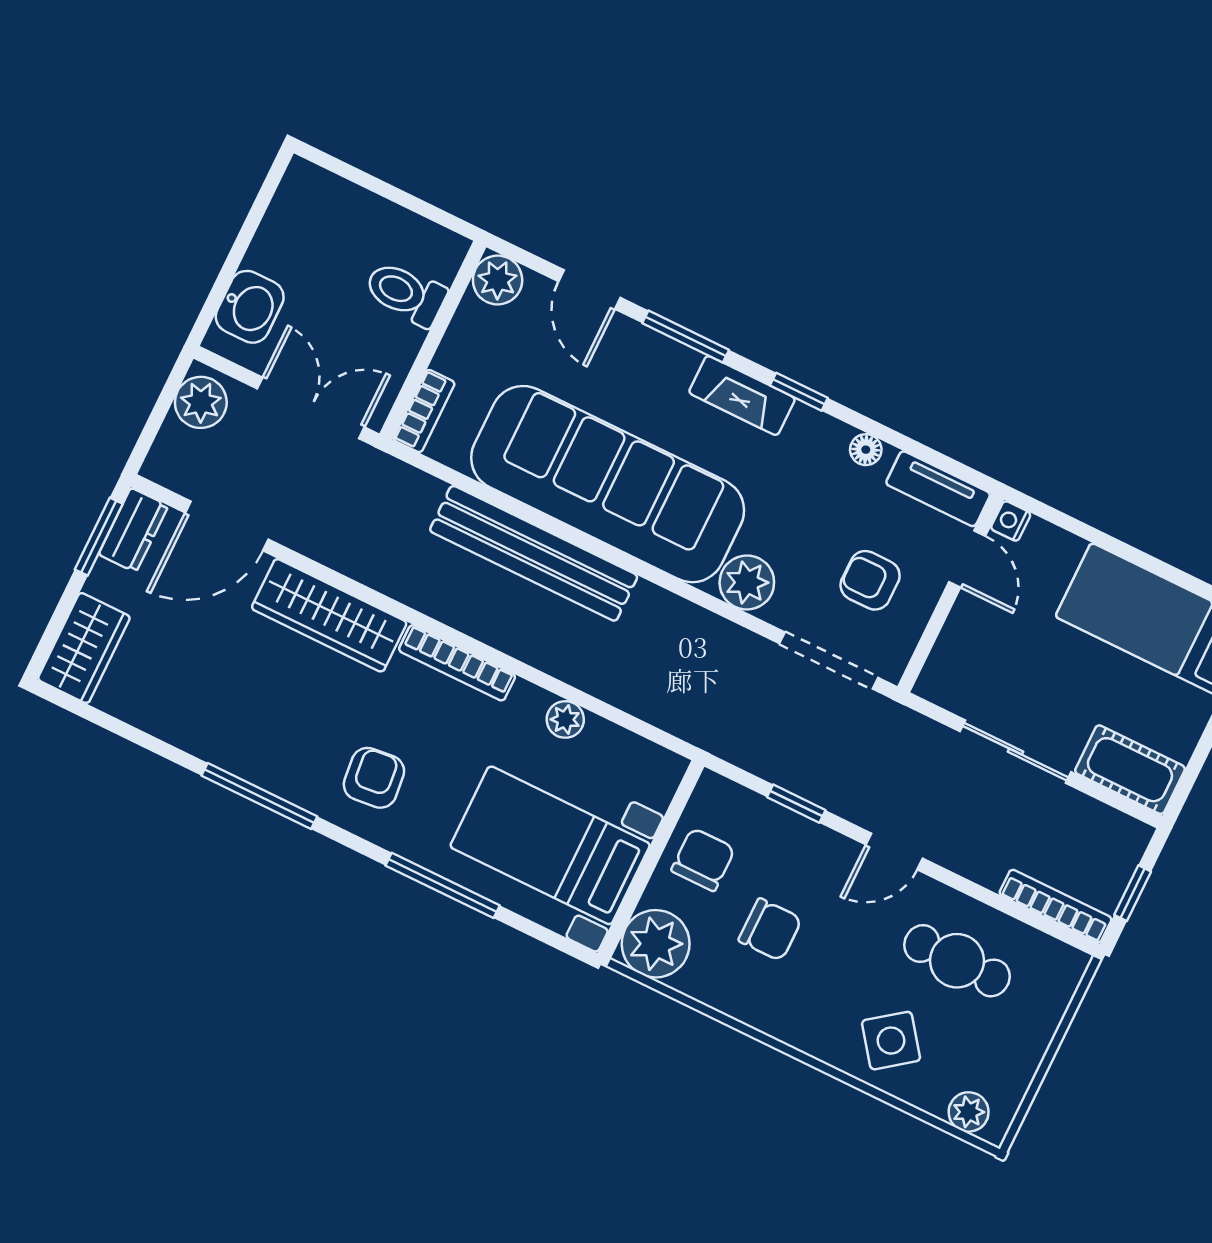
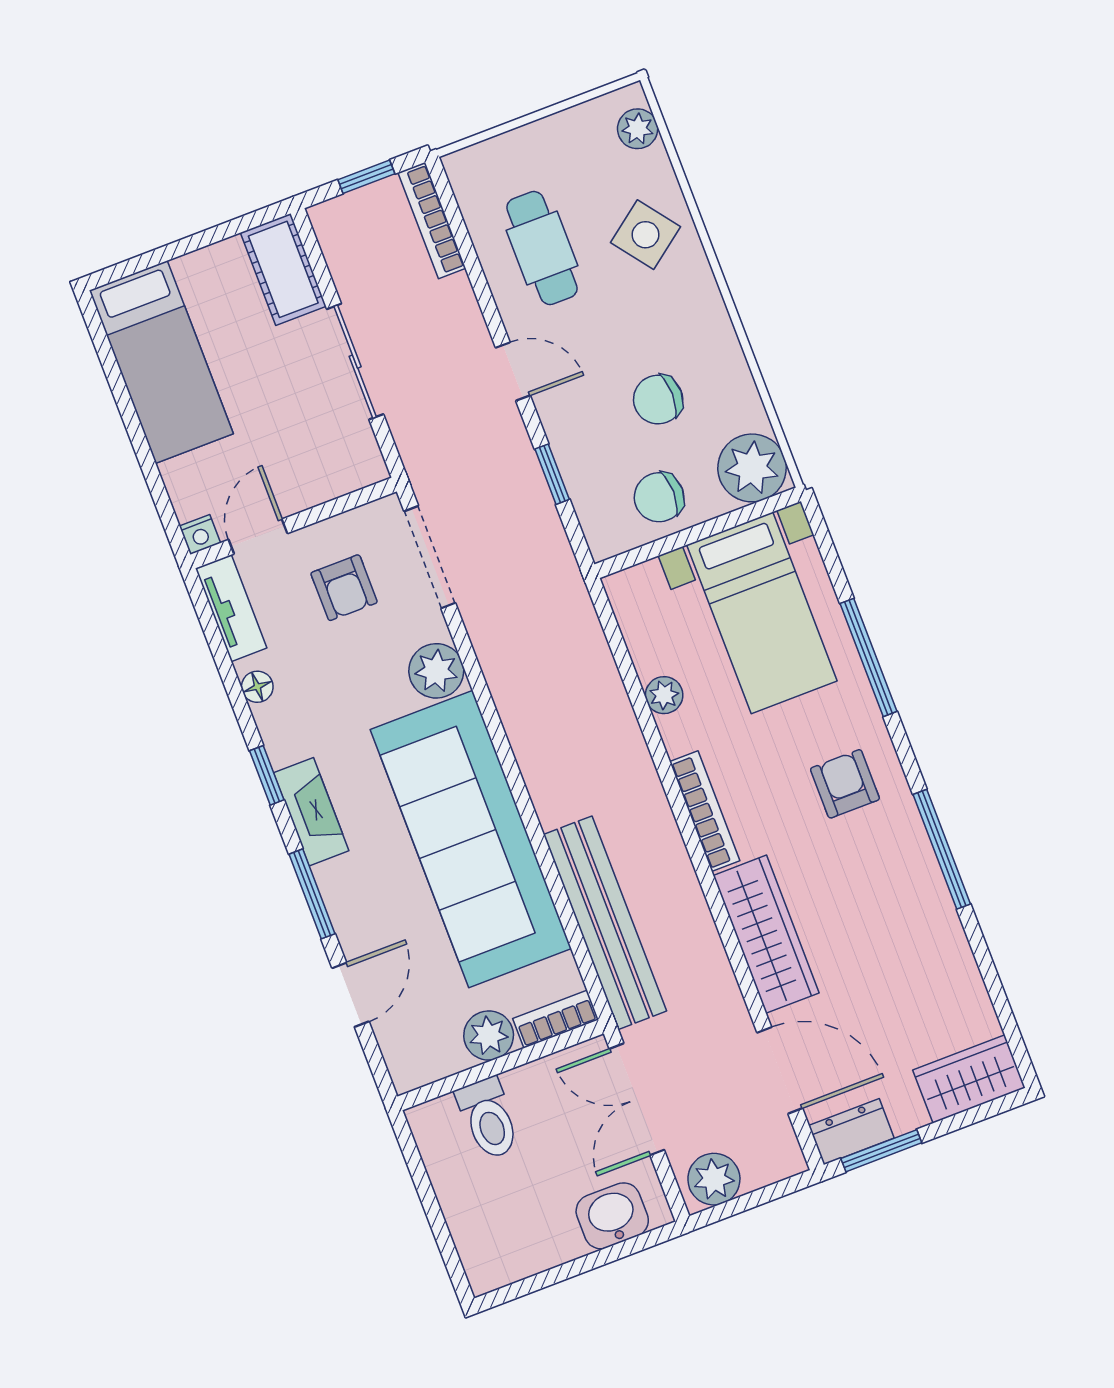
plant: (498, 280) -> (489, 1035), moved
bench: (534, 553) -> (605, 923), moved
armchair: (374, 778) -> (845, 784), turned 96
chair: (770, 930) -> (658, 399), turned -90

